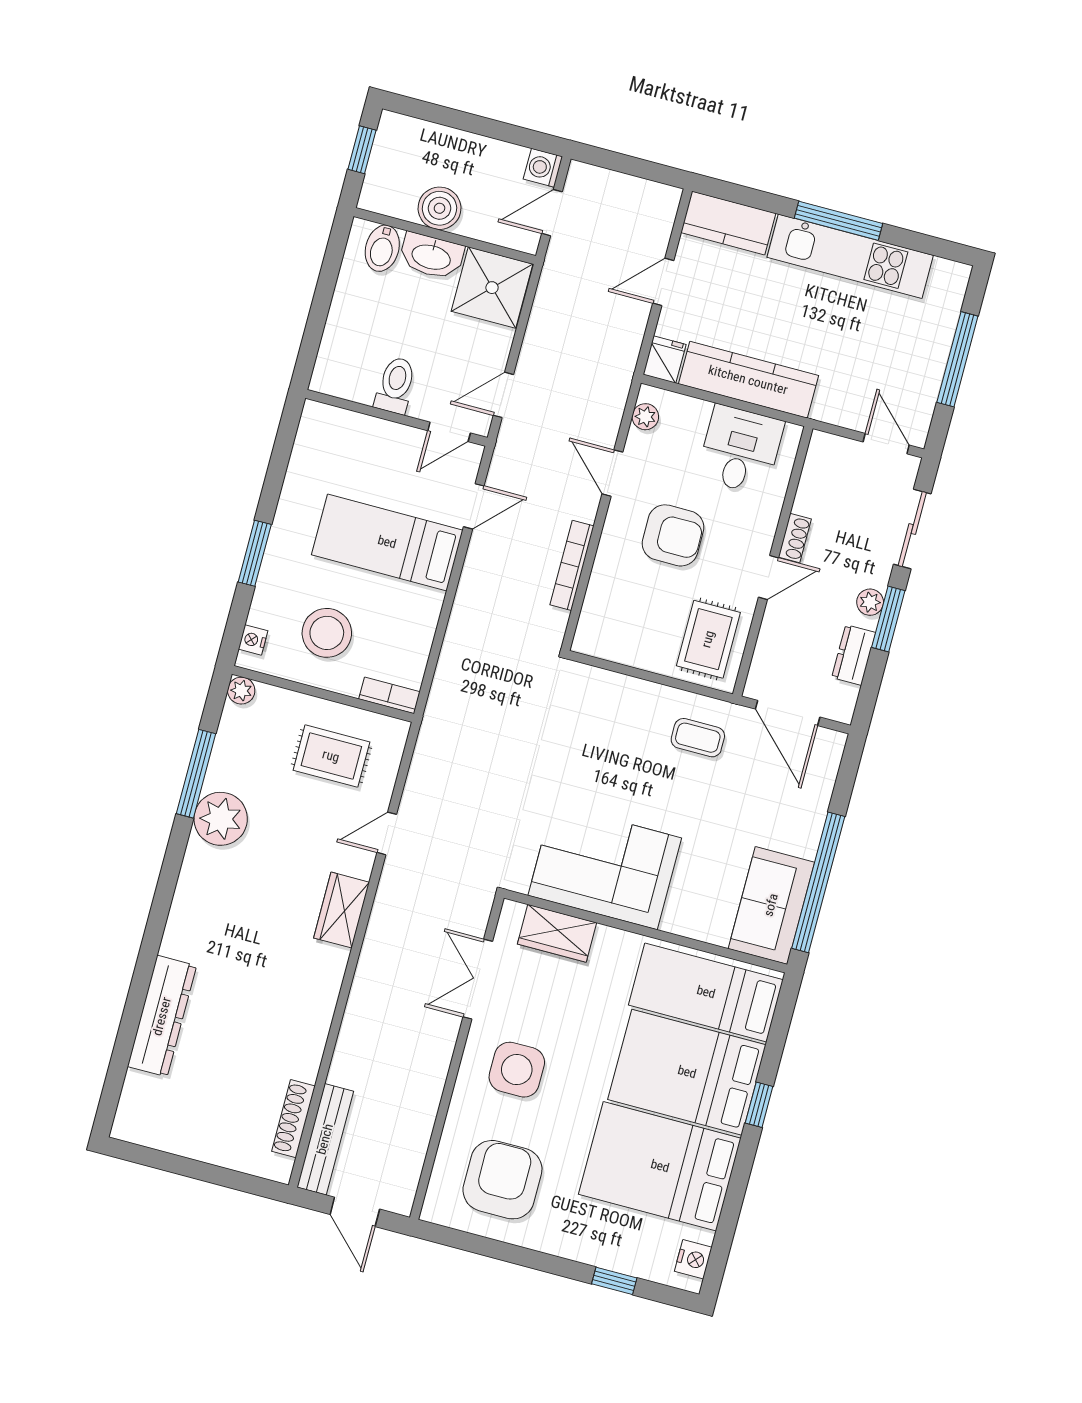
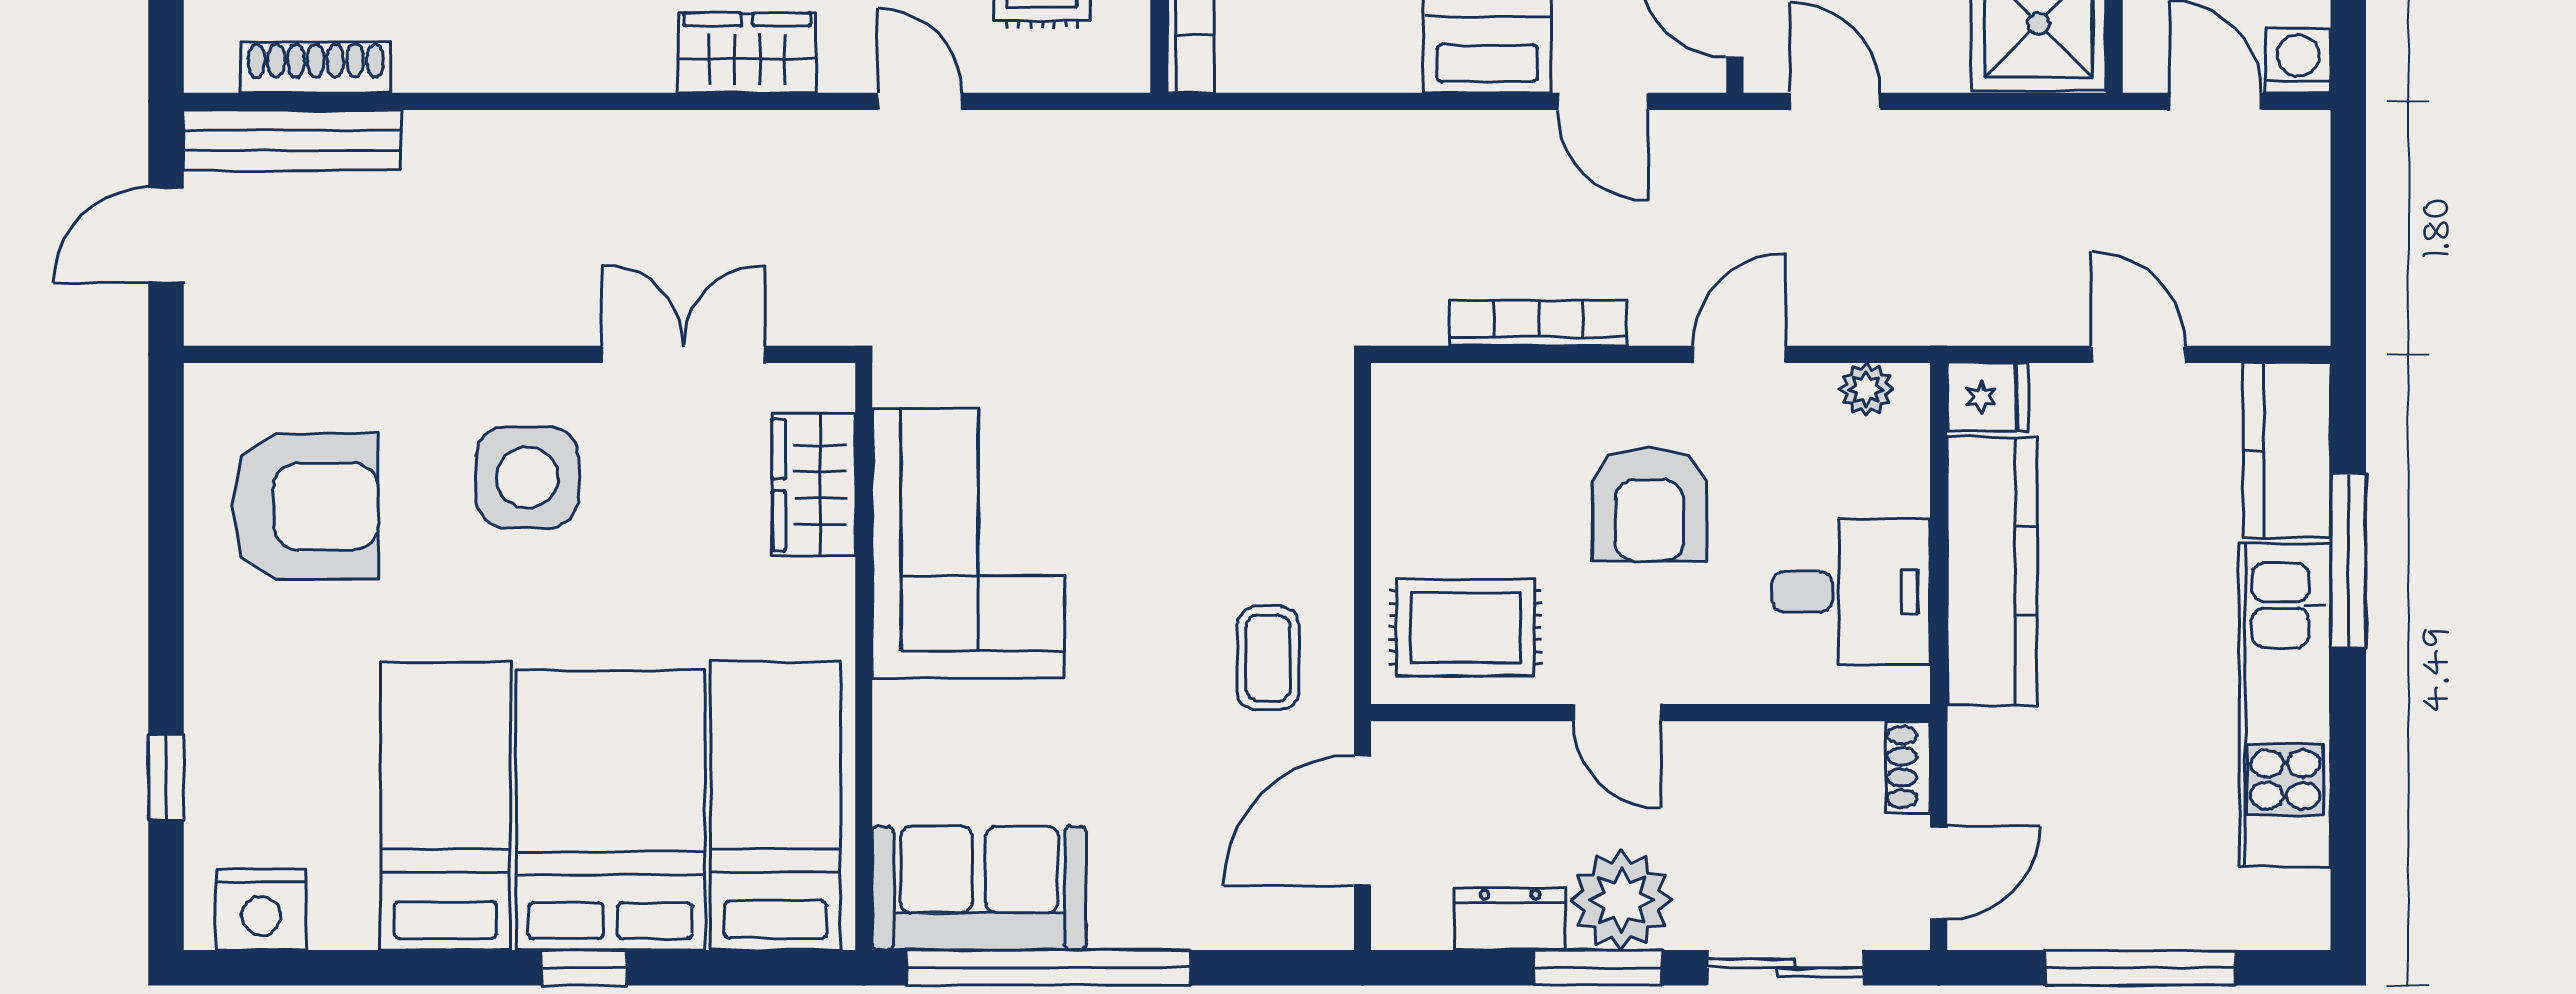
window: (838, 221) -> (2348, 561), moved
shoe rack: (795, 538) -> (1908, 767), moved, turned 90
plant: (870, 602) -> (1621, 900), width x1.88, depth x1.88
bed: (660, 1166) -> (445, 806), width x0.67
nightstand: (693, 1259) -> (261, 910), width x1.36, depth x1.33

